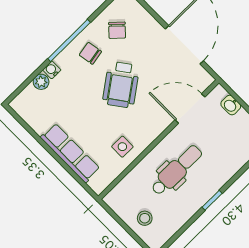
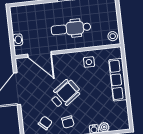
stool: (145, 218) -> (113, 36), moved

